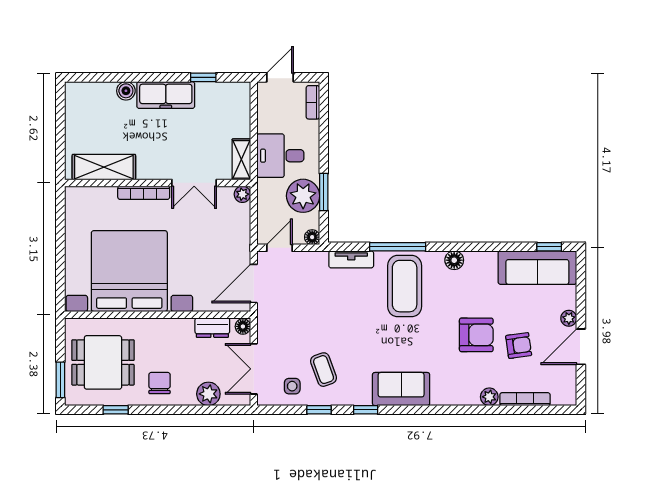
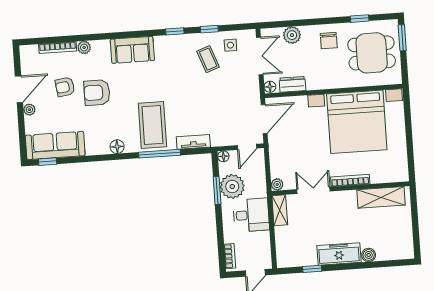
sofa: (401, 389) -> (132, 50), moved

